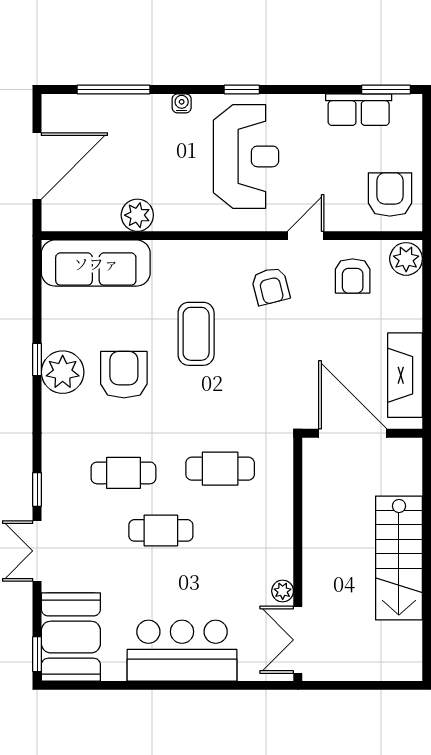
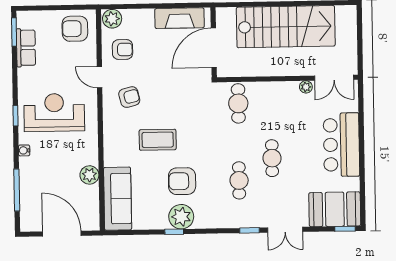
cafe table: (220, 469) -> (238, 103), moved
stairs: (399, 558) -> (286, 27), width x1.36, depth x1.51

